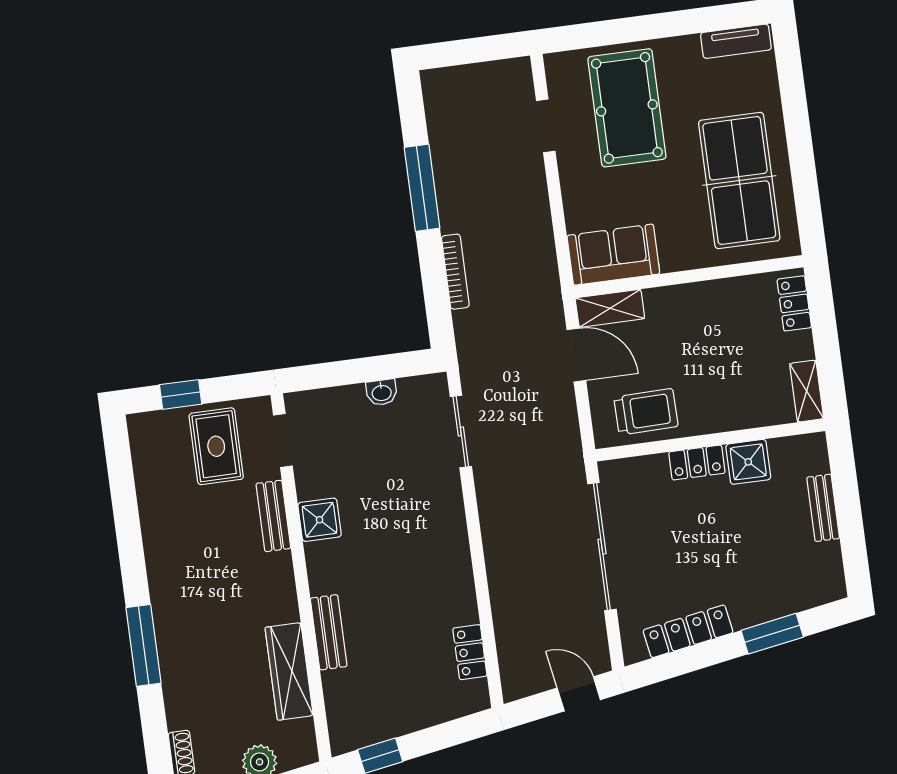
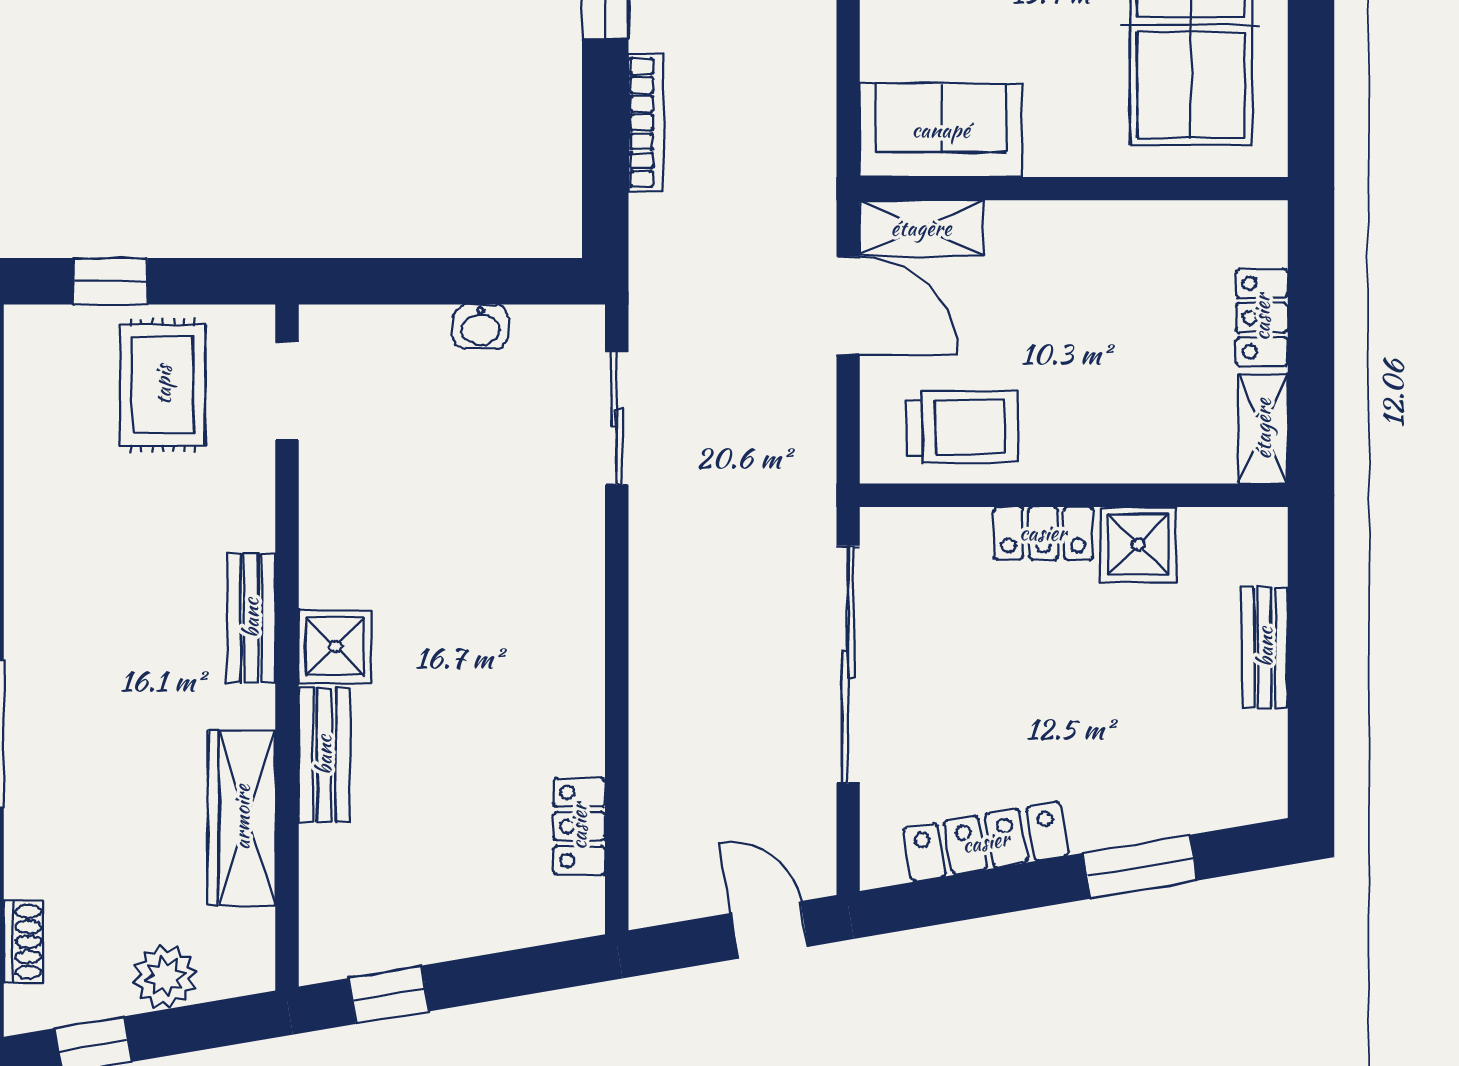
locker: (794, 303) -> (1262, 317), moved
bench: (273, 516) -> (251, 618), moved
shower: (320, 520) -> (335, 647), moved

